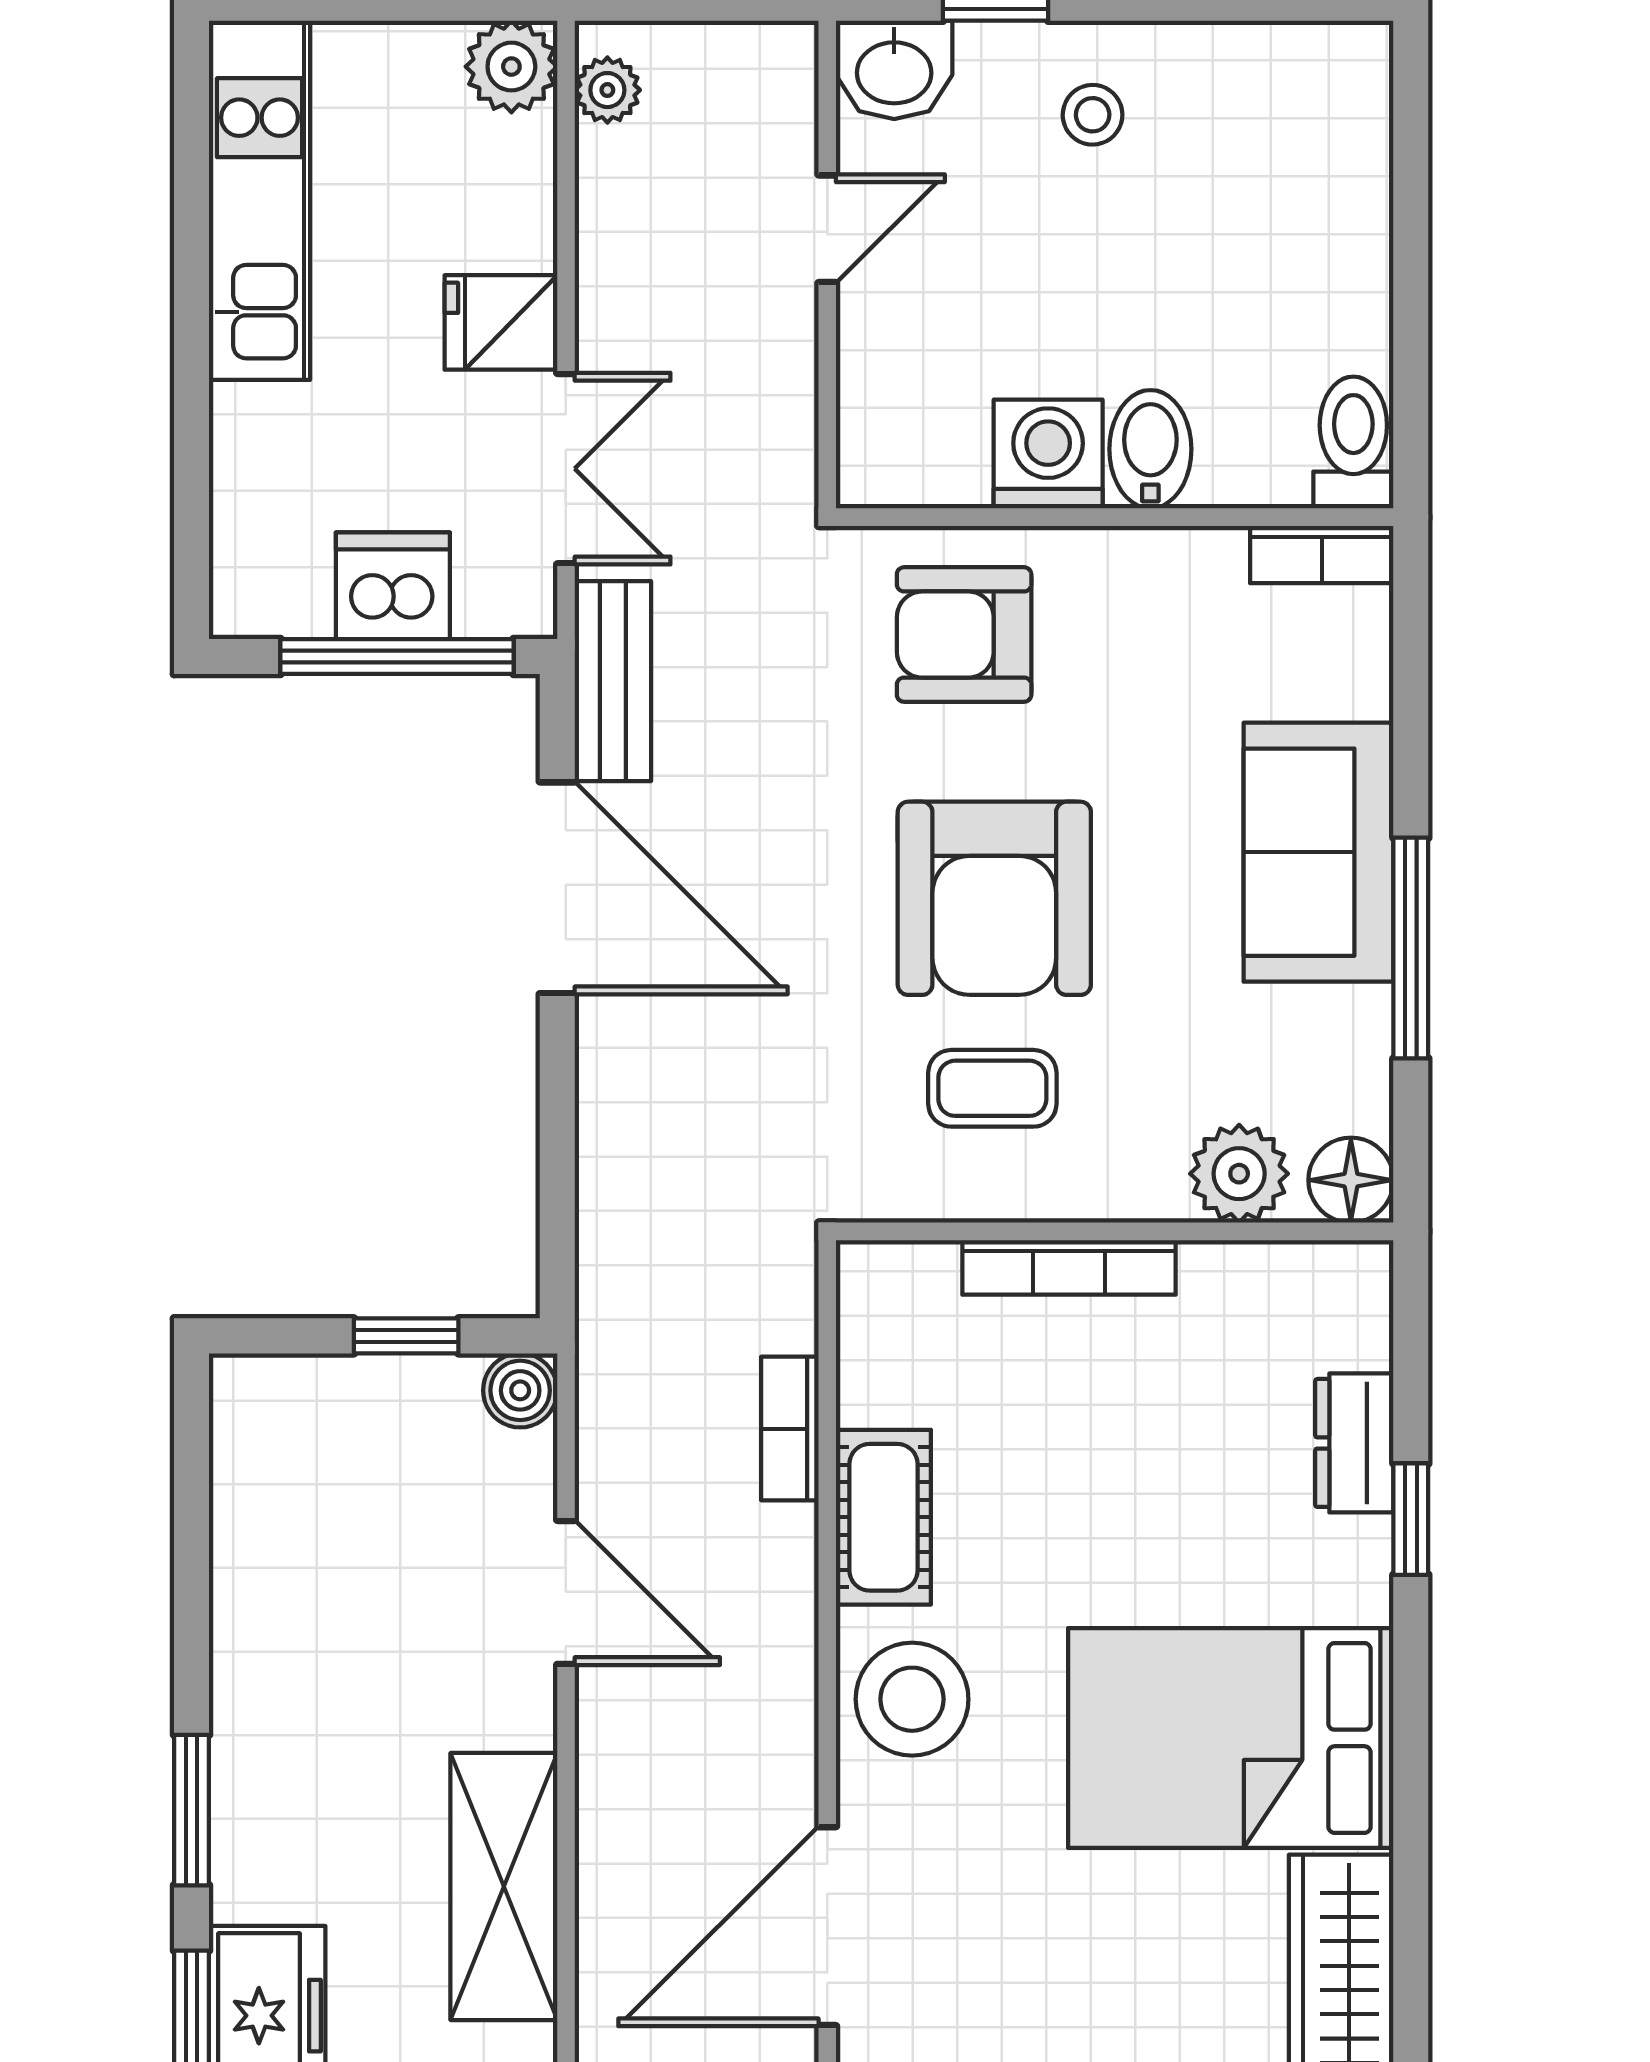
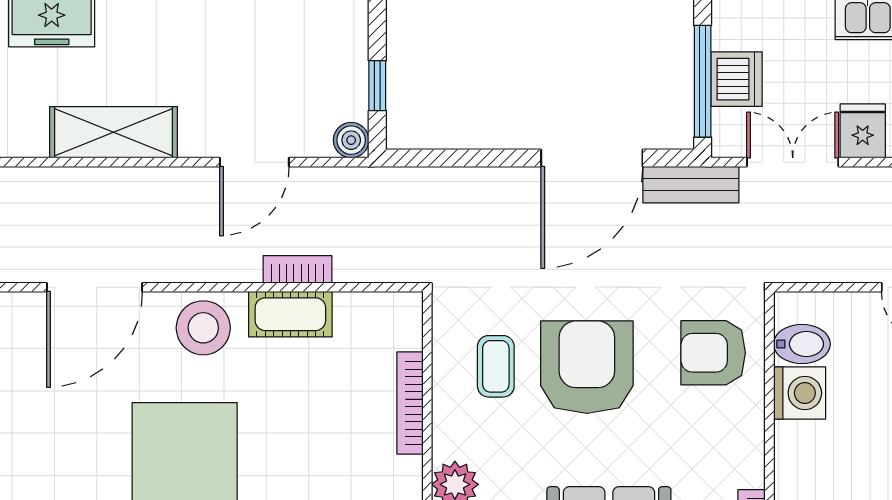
bidet: (1150, 449) -> (802, 344), moved
double door: (566, 469) -> (793, 162), swing flipped
armchair: (964, 635) -> (713, 353), turned -90
armchair: (994, 898) -> (587, 367), turned 90
bookcase: (790, 1429) -> (297, 269), moved
door: (827, 1926) -> (95, 287), swing flipped

